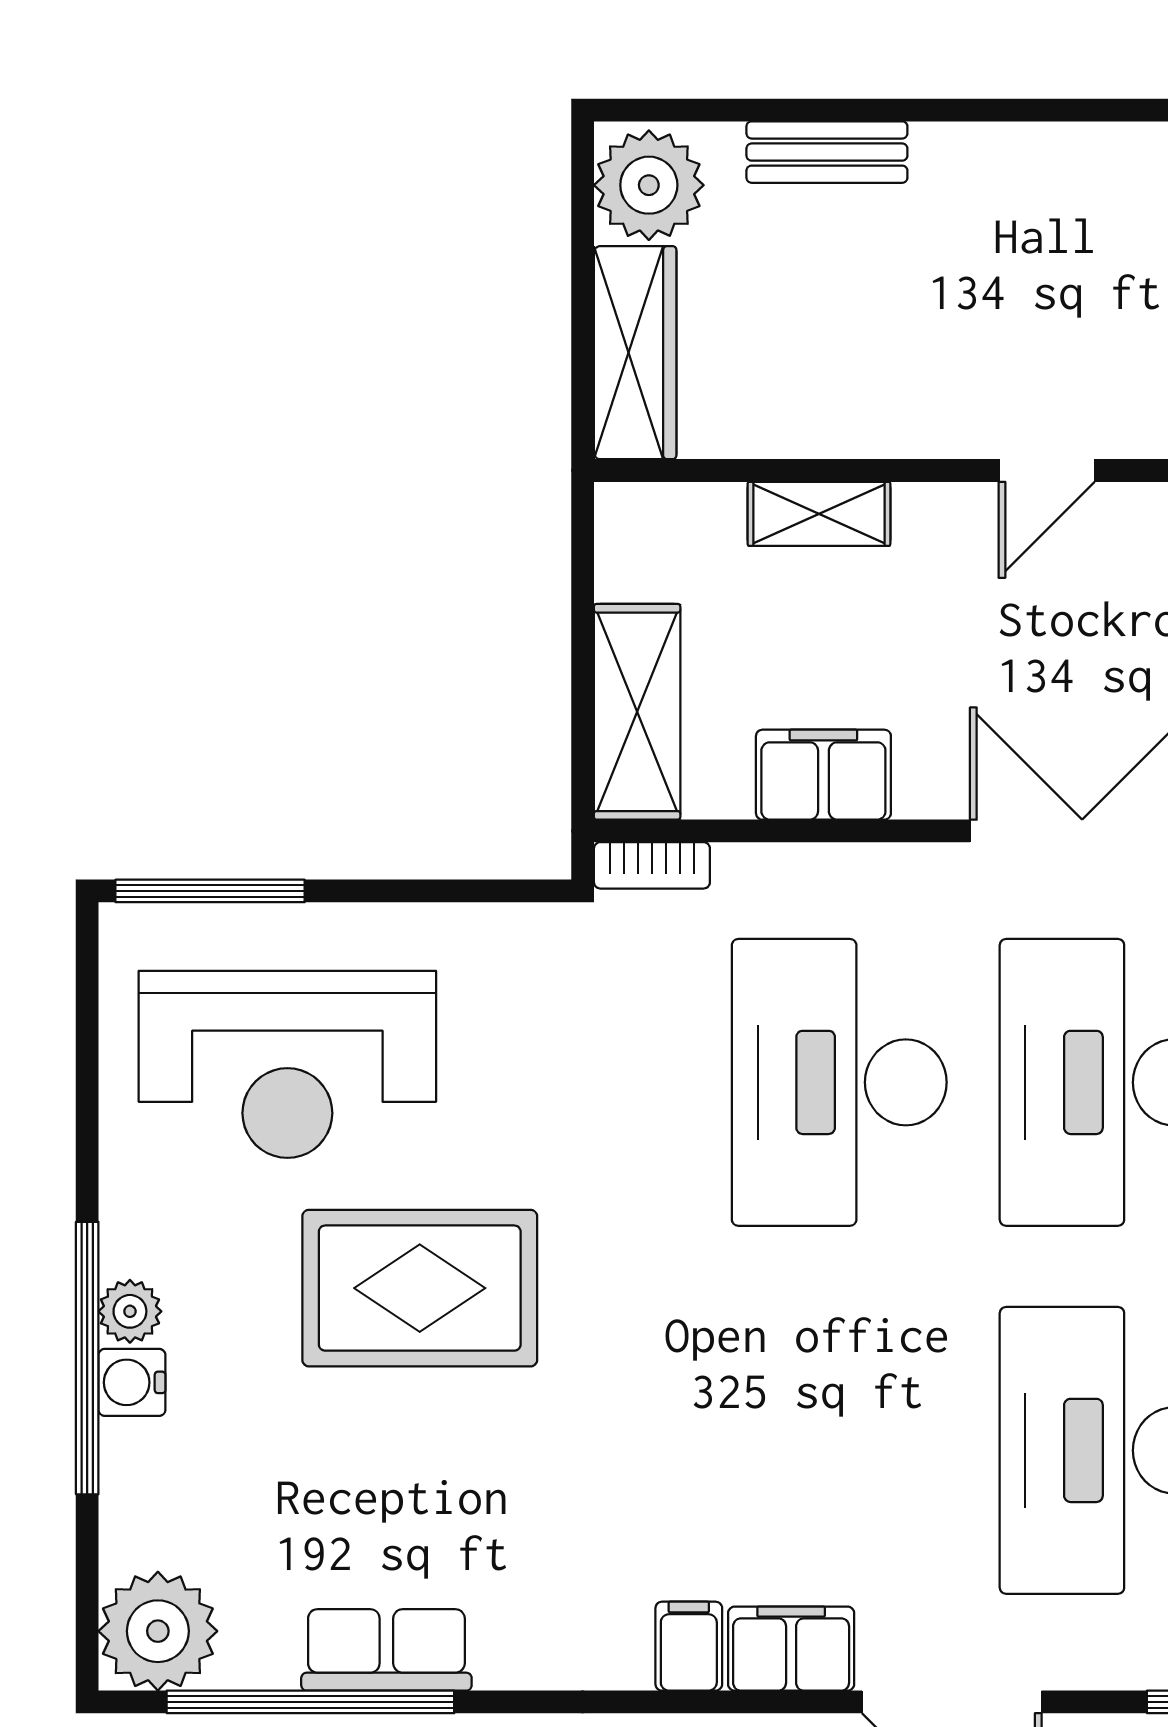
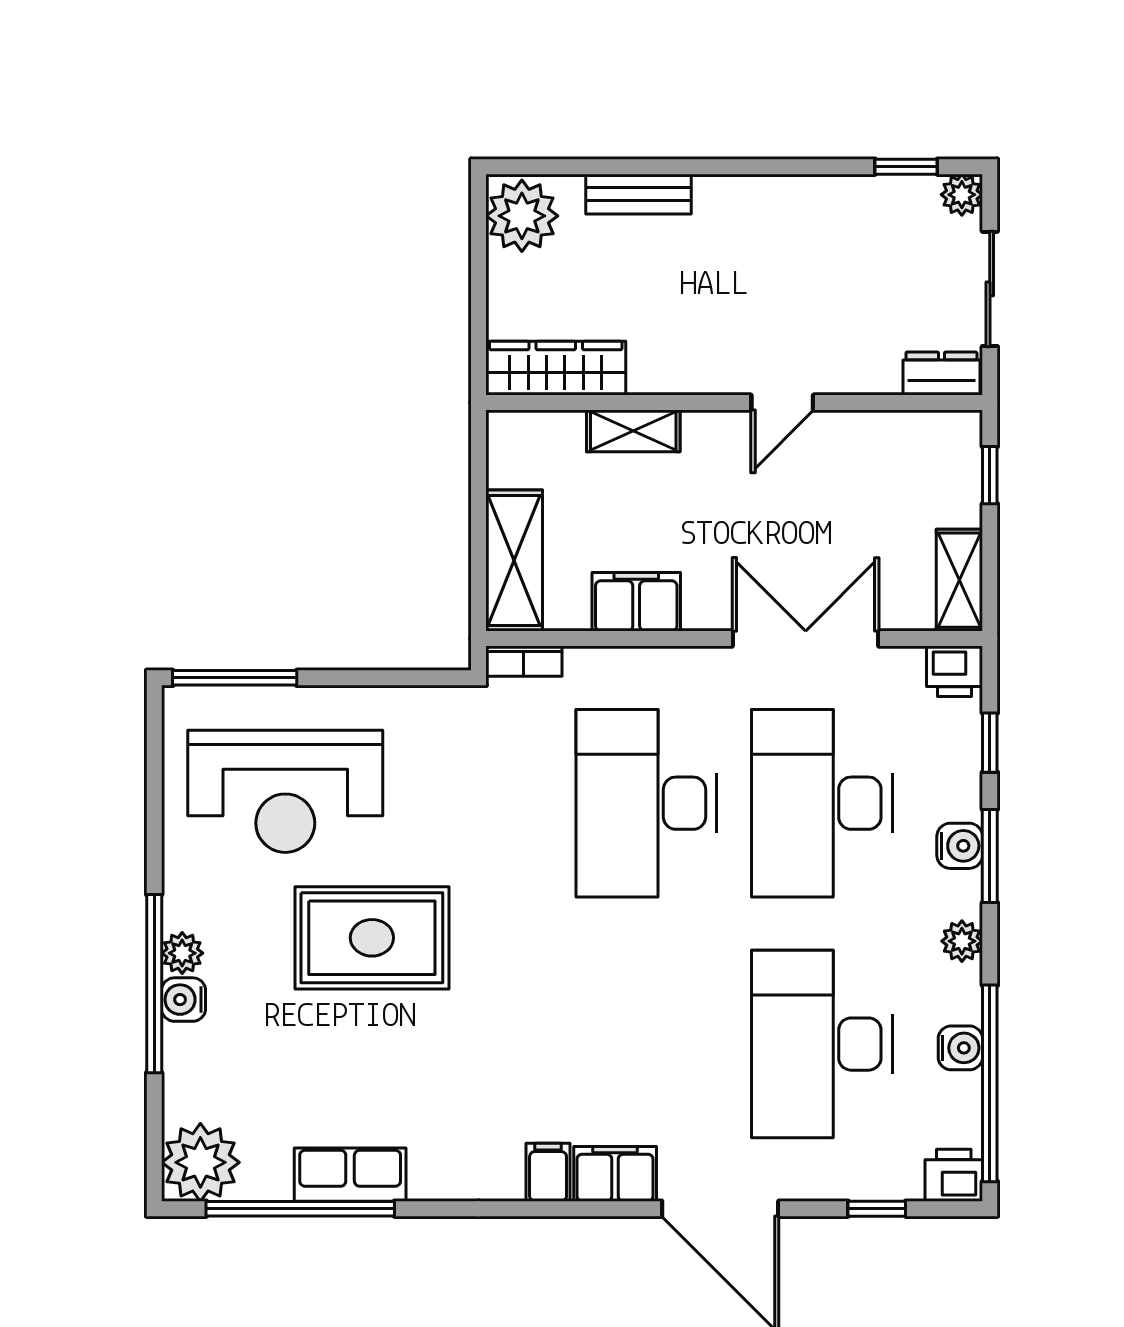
wardrobe: (635, 353) -> (556, 368), moved, turned -90

